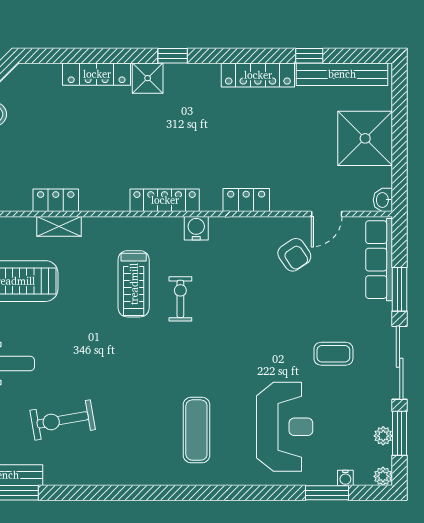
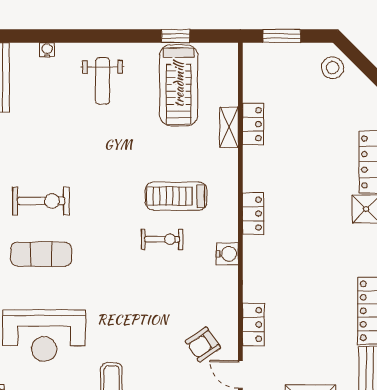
locker: (165, 200) -> (253, 214), width x0.66
locker: (246, 200) -> (253, 324), moved
exercise bike: (63, 420) -> (41, 201), moved, turned 100

